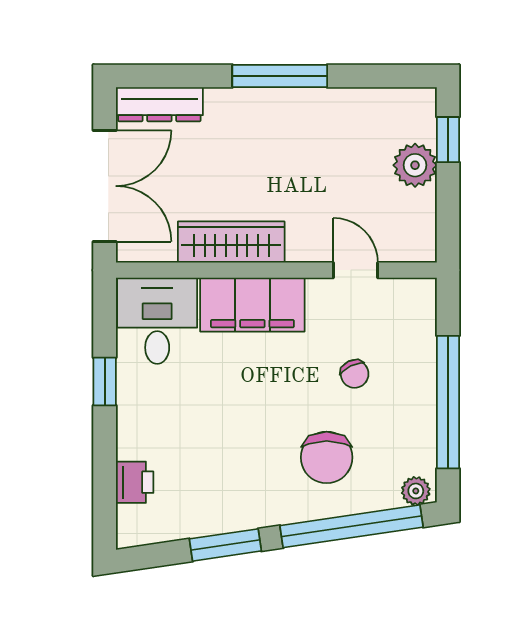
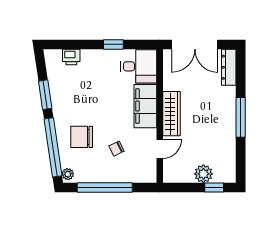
wardrobe: (231, 242) -> (171, 114), moved

